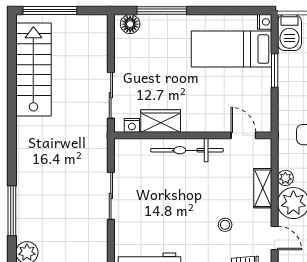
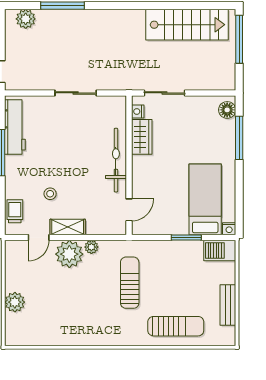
shelving: (263, 188) -> (68, 227), moved

